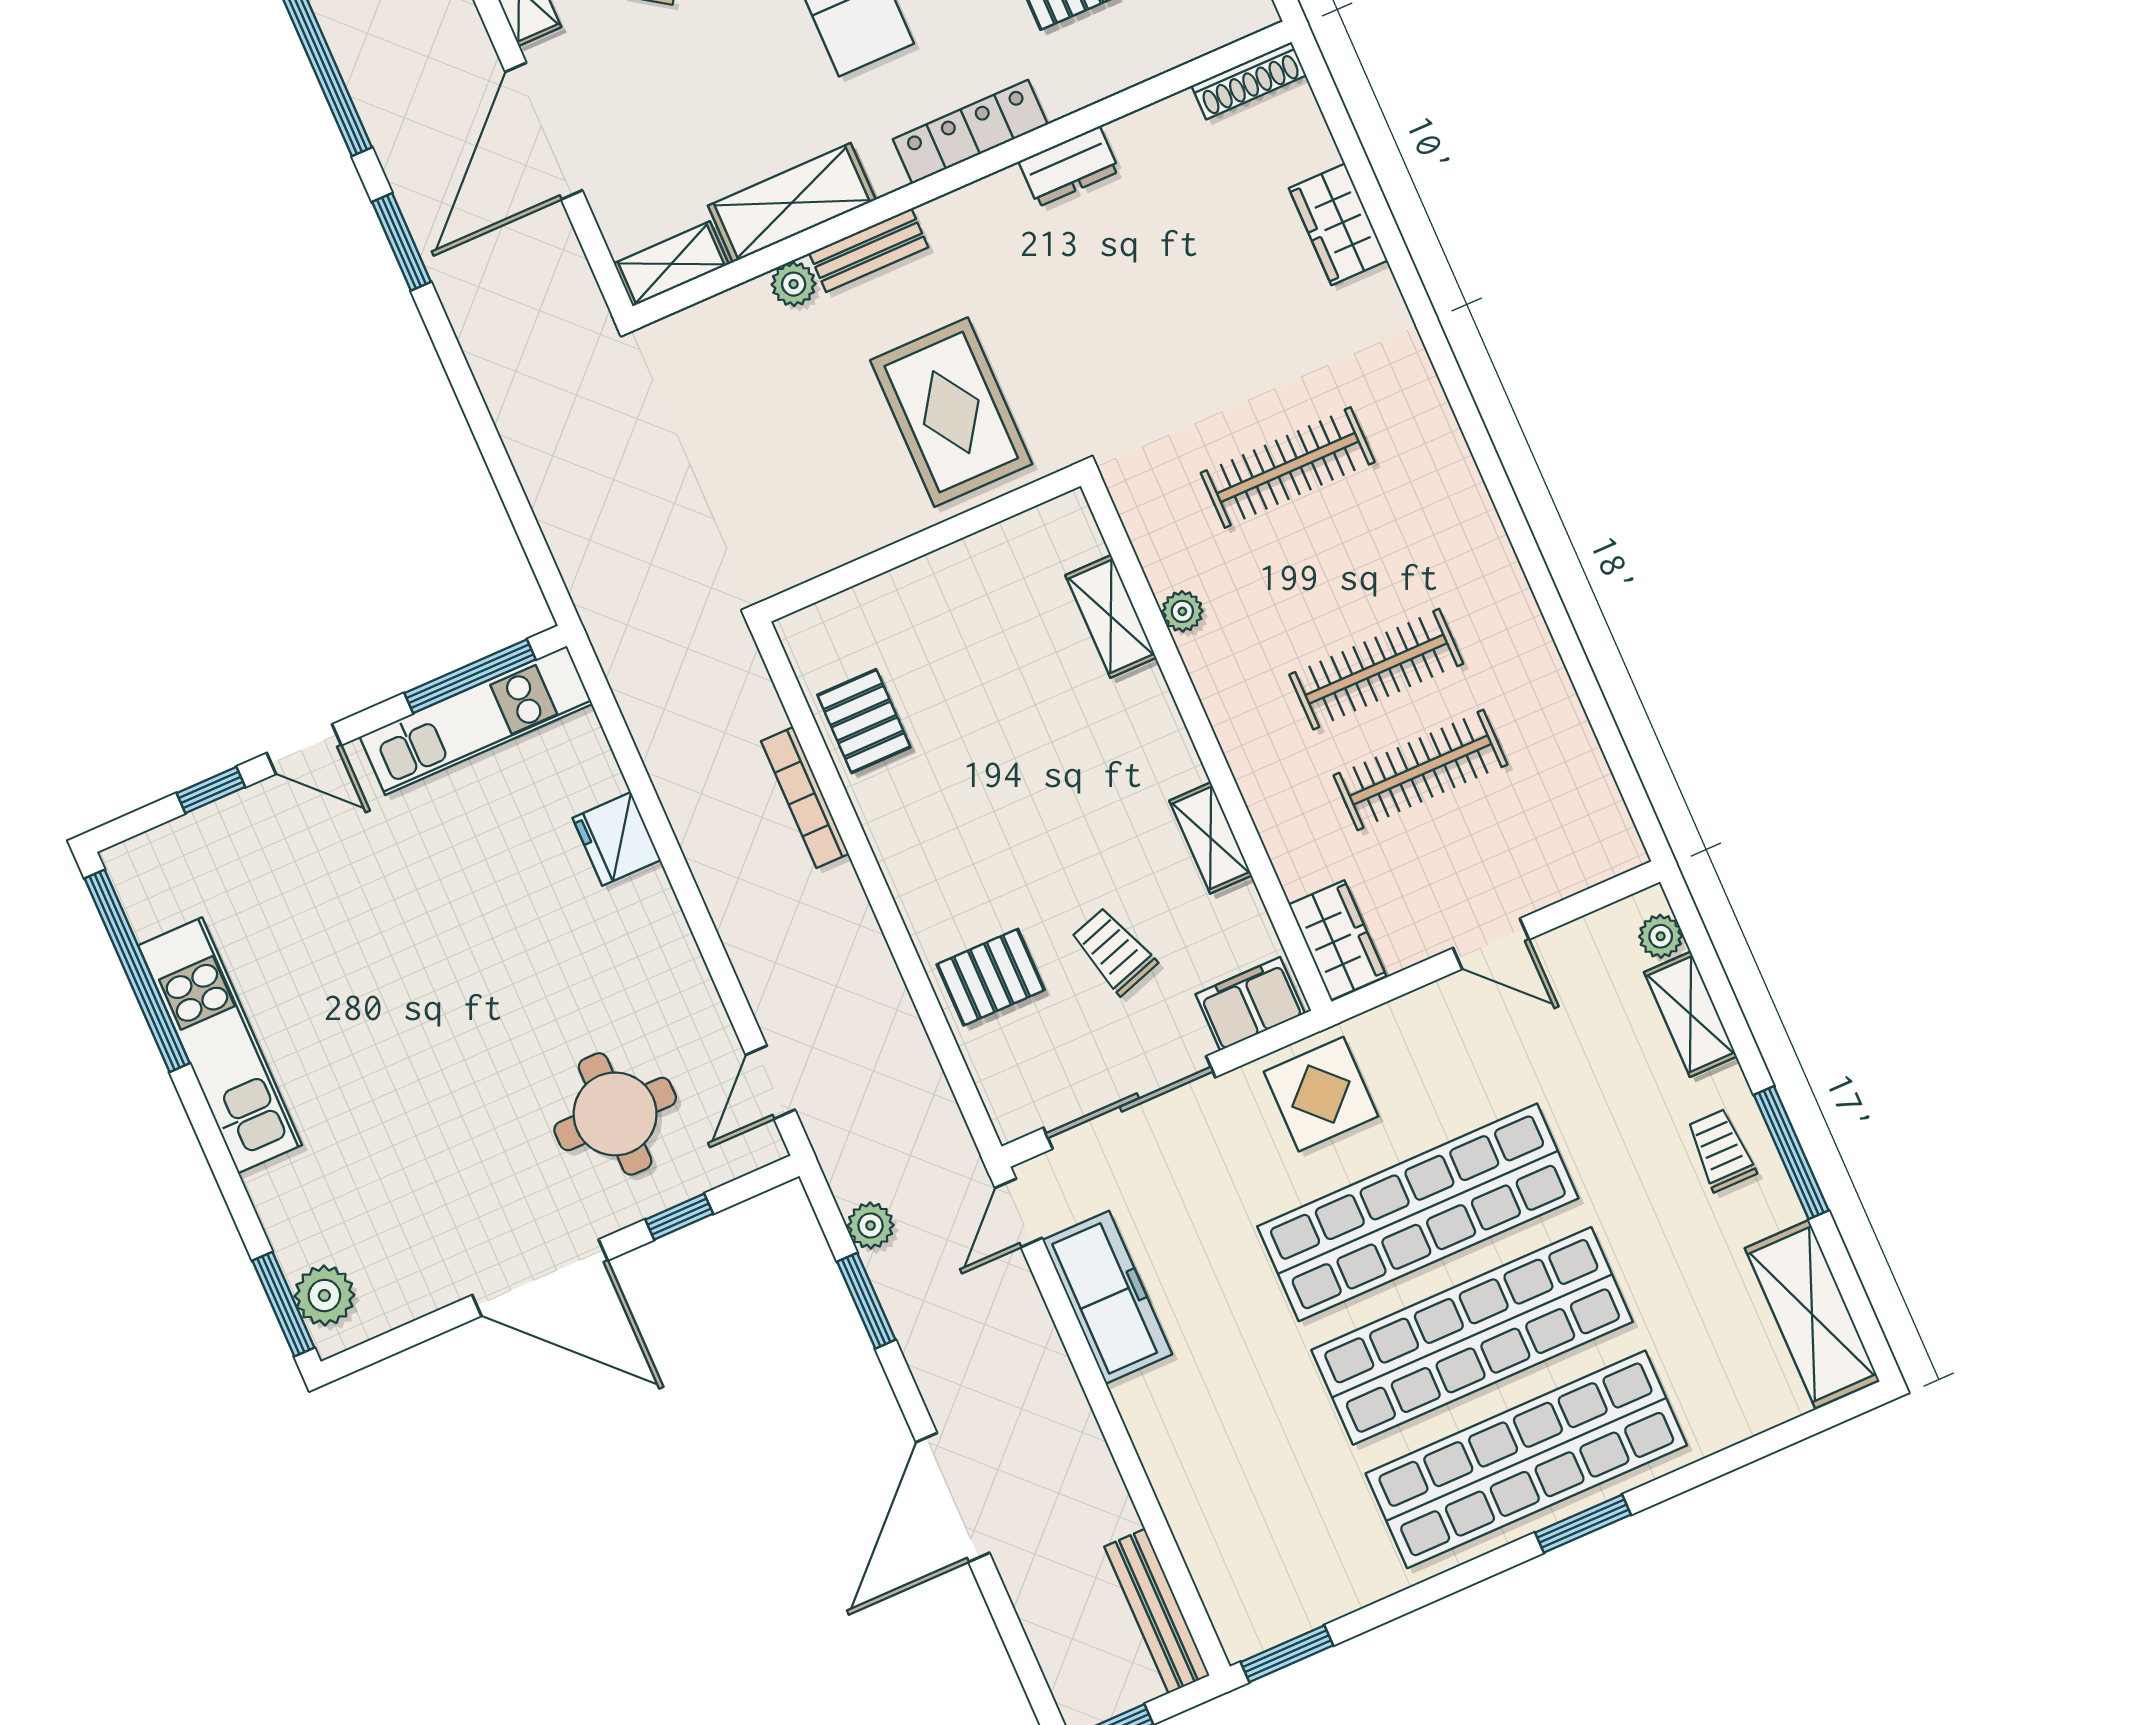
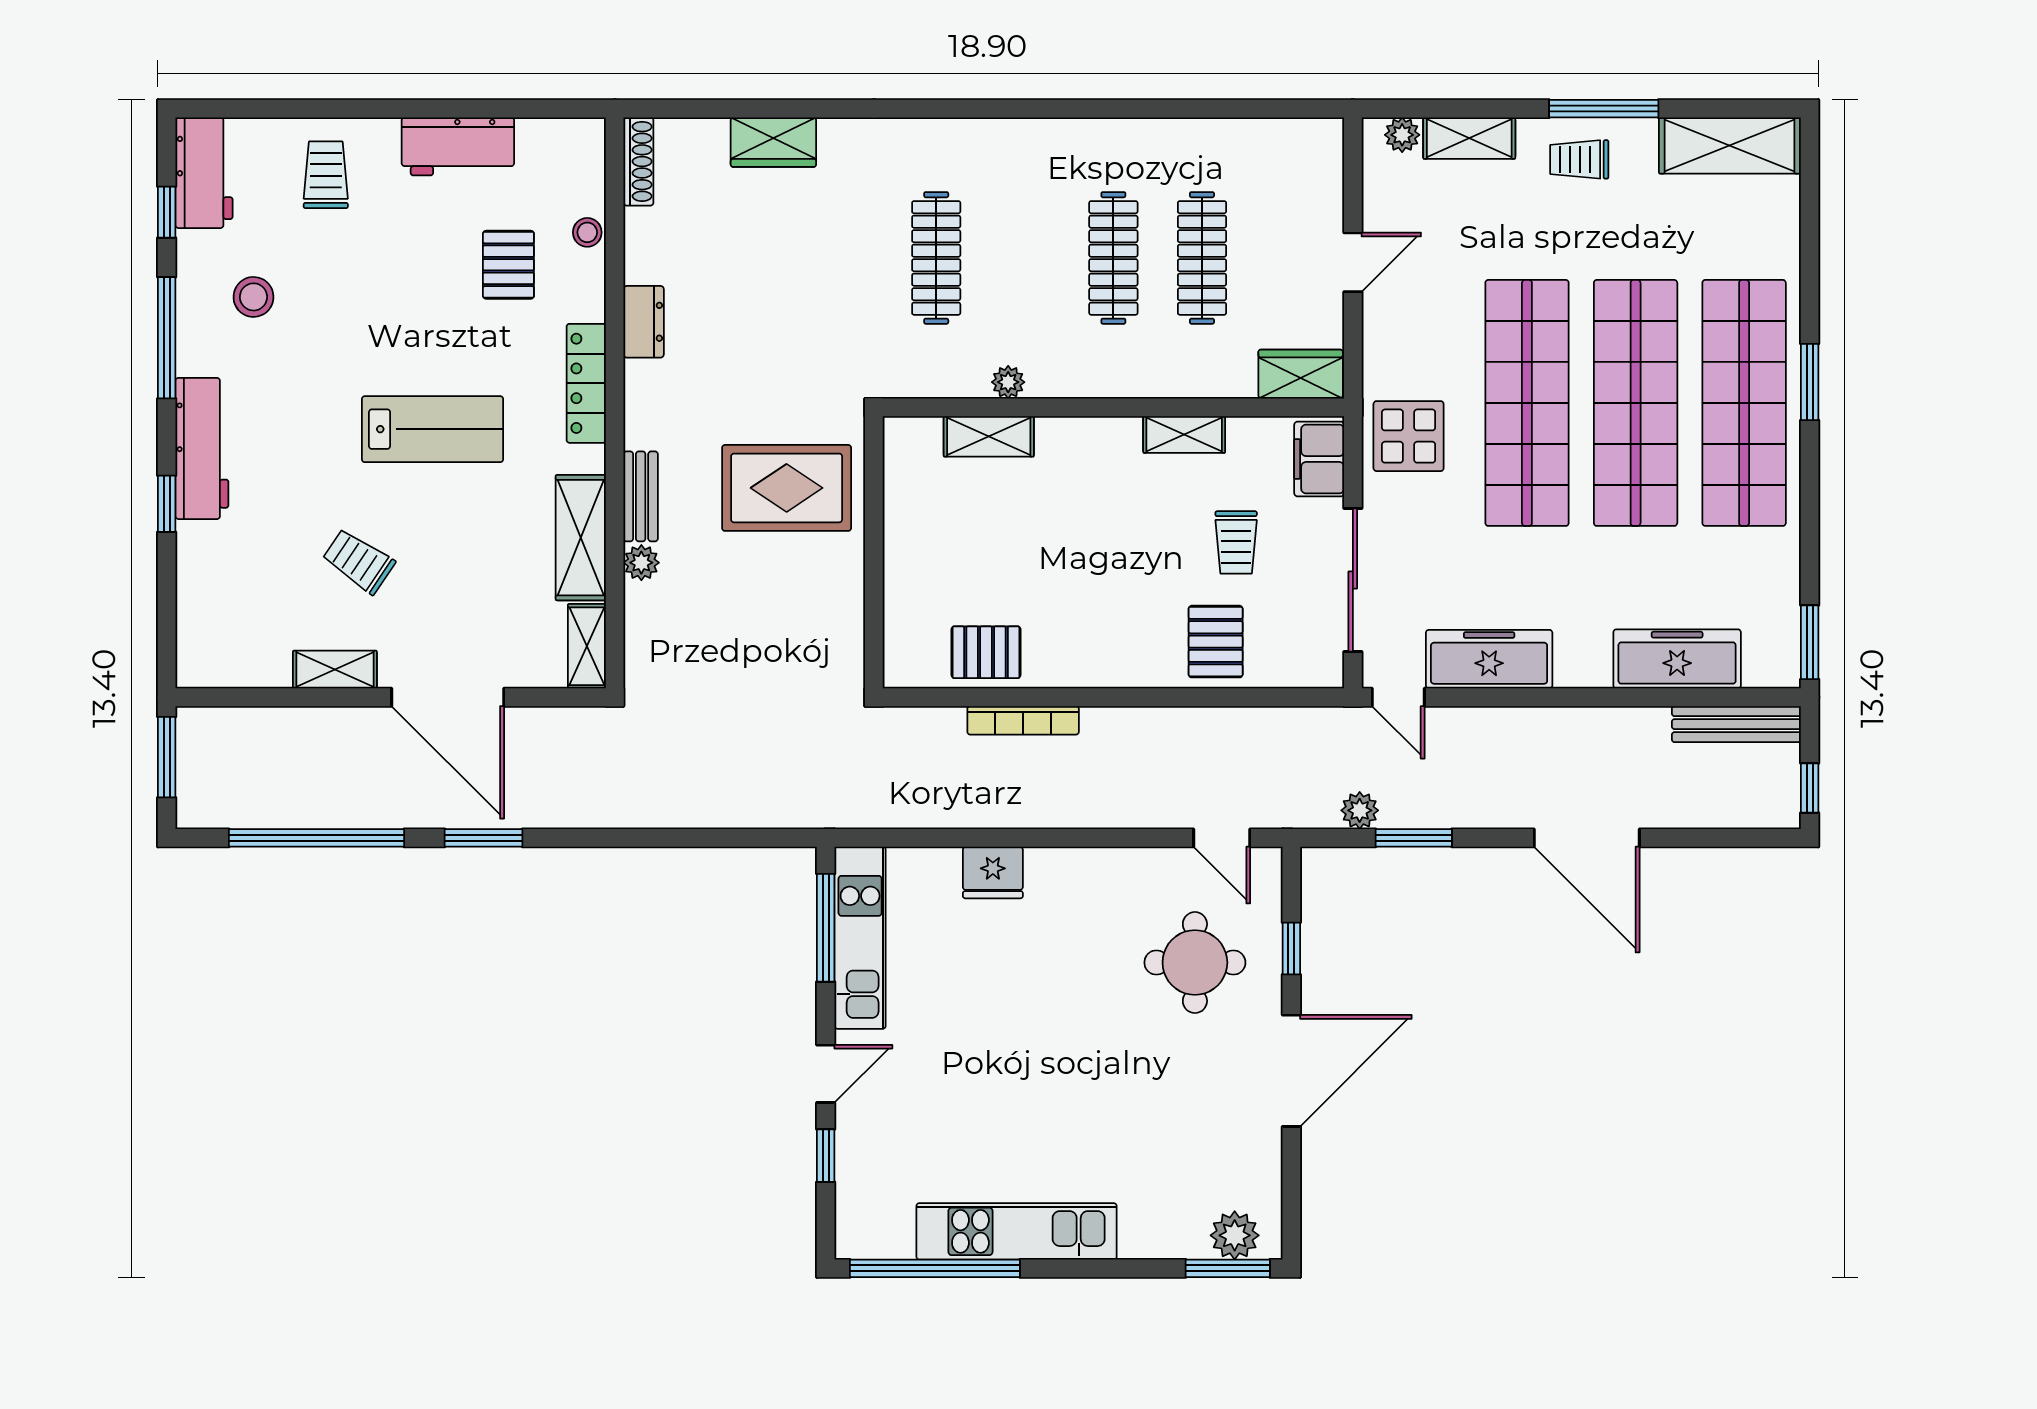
stool: (1142, 58) -> (587, 232), added
trolley: (1114, 951) -> (1236, 542), turned -72
freezer: (1202, 1511) -> (1677, 659), added

